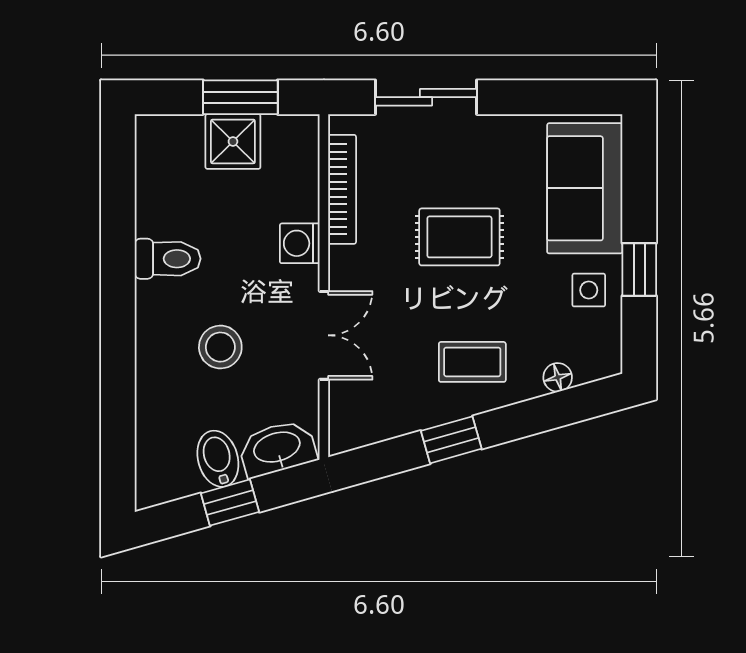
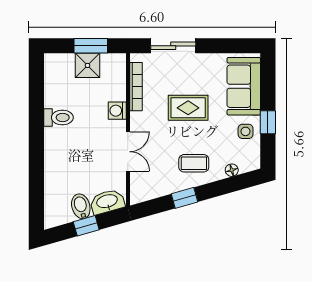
stool: (220, 347) -> (82, 157), removed

